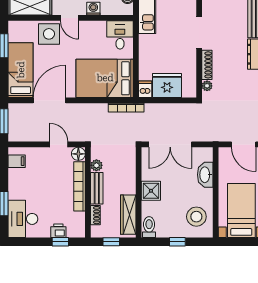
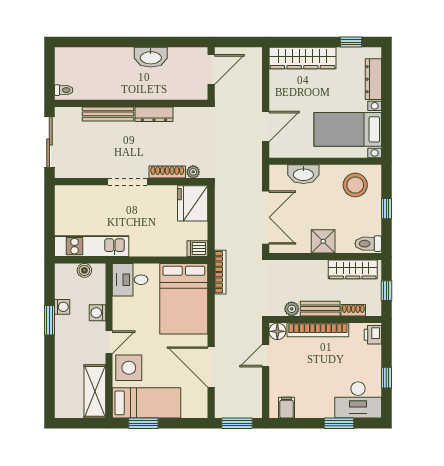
bed: (21, 70) -> (147, 403), moved, turned 180
fridge: (167, 85) -> (193, 203), moved
printer: (58, 231) -> (373, 335), moved
window: (60, 242) -> (386, 378), moved

